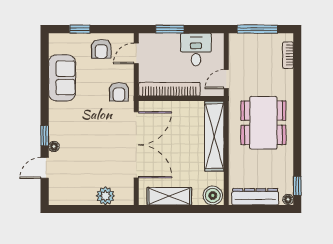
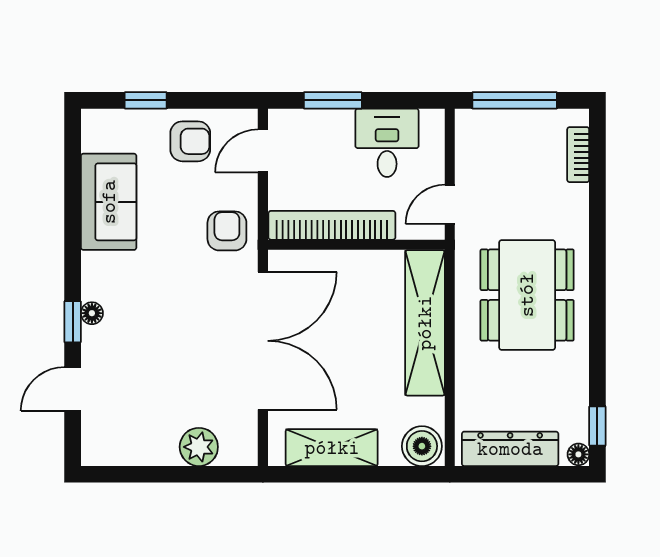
armchair: (101, 49) -> (190, 141), turned -90
armchair: (119, 92) -> (227, 231), turned 180
floor lamp: (54, 146) -> (92, 313), moved

